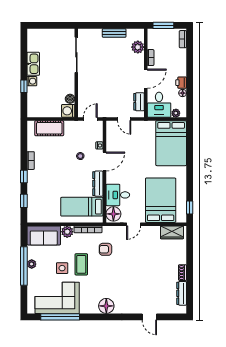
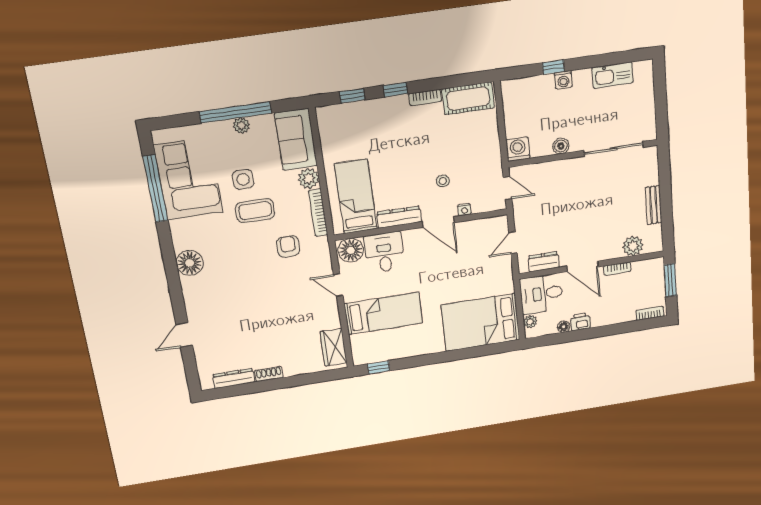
kitchen sink: (33, 64) -> (613, 75), moved
boiler: (70, 99) -> (561, 146), moved
cot: (49, 128) -> (468, 98), moved, turned 90
bed: (161, 200) -> (383, 313), width x0.67

